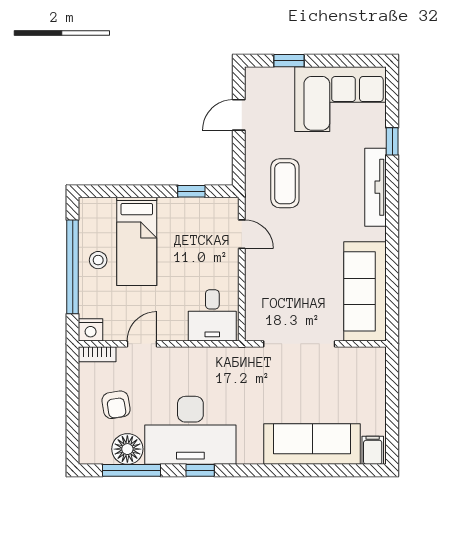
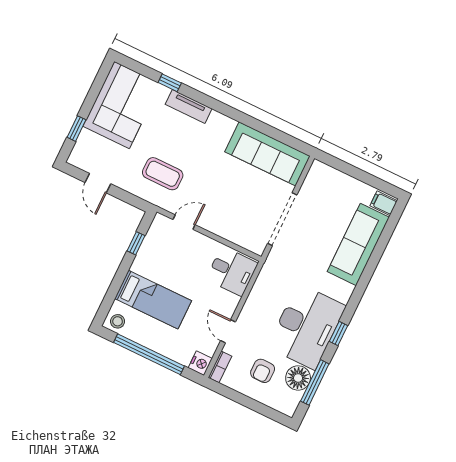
tv unit: (376, 187) -> (189, 106), width x0.71
stool: (98, 260) -> (118, 321), moved
armchair: (116, 405) -> (263, 371), turned 99

